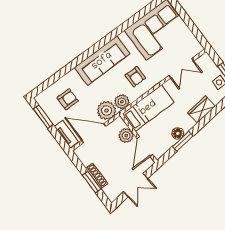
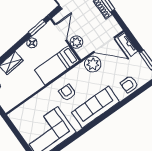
double door: (181, 68) -> (28, 99), removed
armchair: (68, 99) -> (129, 84), moved
plant: (122, 102) -> (79, 71), removed
window: (183, 141) -> (37, 28), moved

